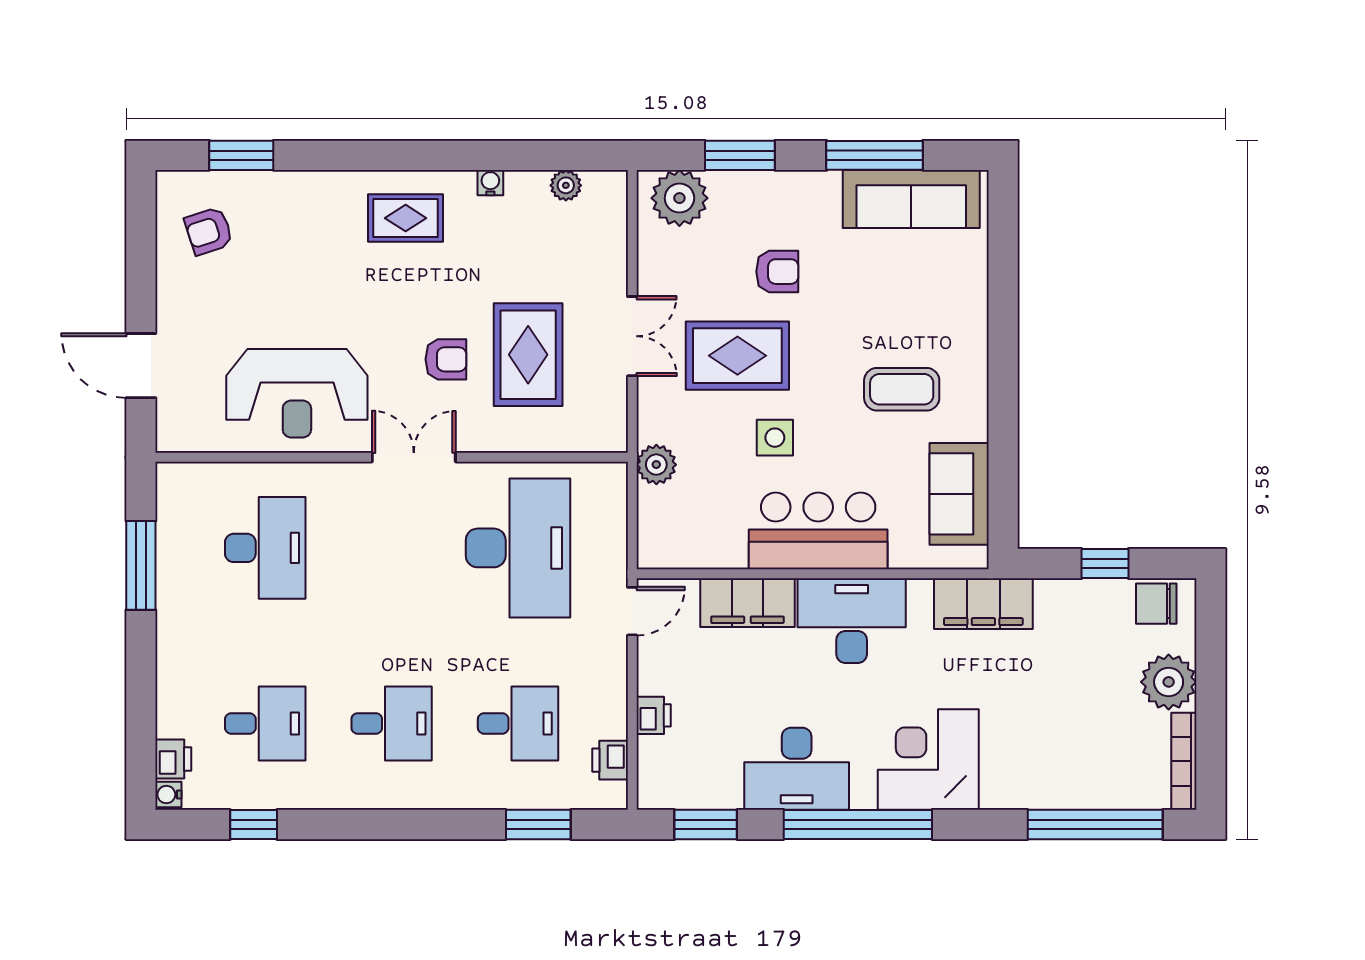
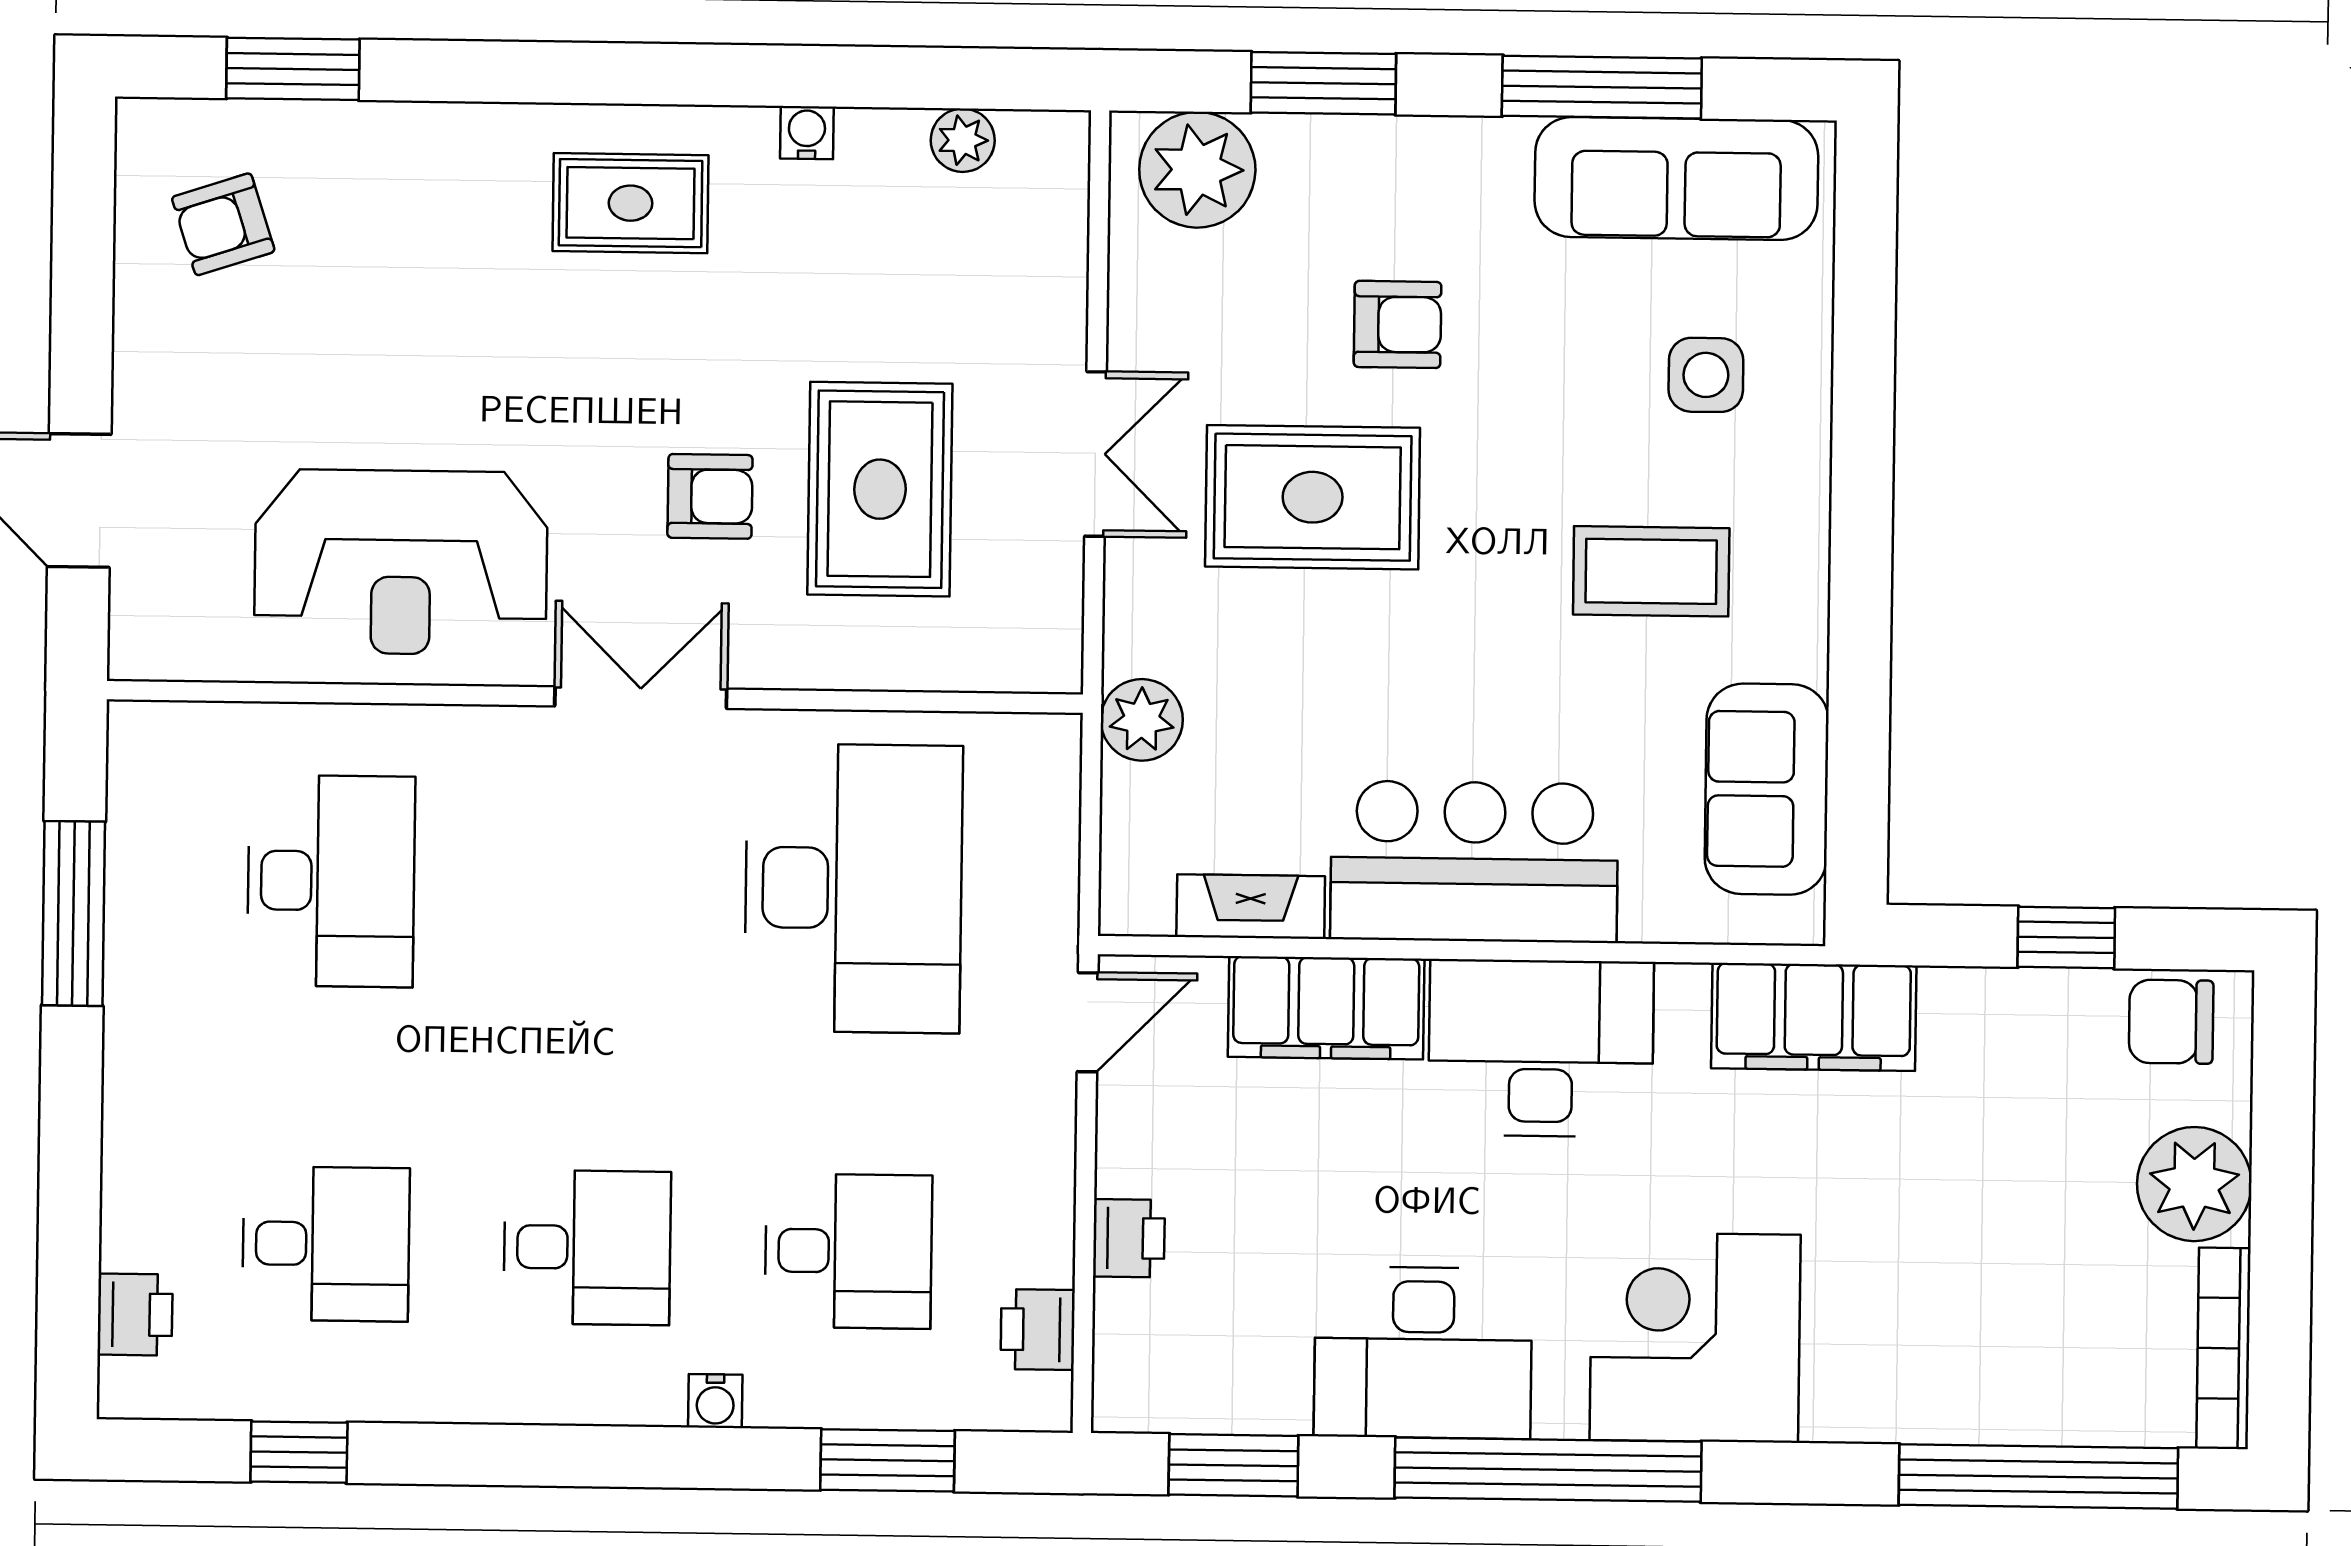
side table: (775, 438) -> (1706, 375), moved
fireplace: (710, 554) -> (1251, 907), added
water cooler: (168, 795) -> (715, 1401), moved, turned -90

